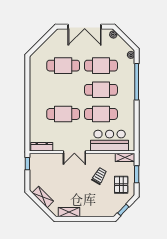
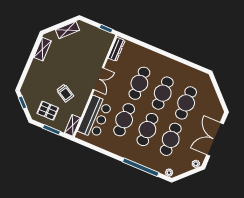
cafe table: (63, 90) -> (163, 93), added
double door: (74, 152) -> (98, 79), swing flipped

